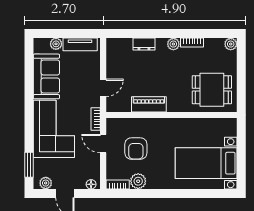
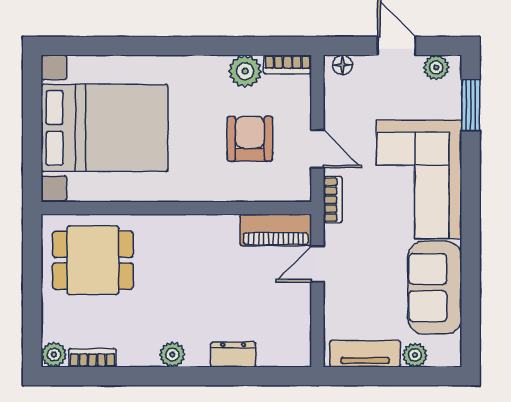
bookcase: (192, 43) -> (92, 358), moved
piano: (149, 104) -> (276, 230), moved
bed with nightstands: (206, 163) -> (105, 128), width x1.36

